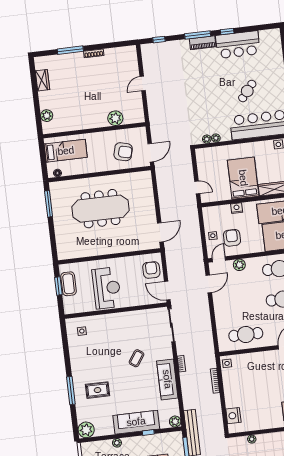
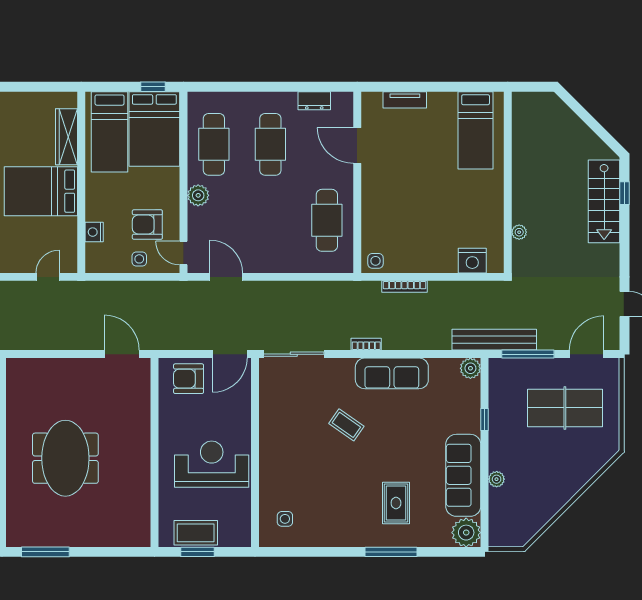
nightstand: (237, 208) -> (94, 232), moved
meeting table: (100, 209) -> (65, 458), width x0.73
plant: (239, 265) -> (198, 195), moved
sofa: (136, 422) -> (463, 475), moved

